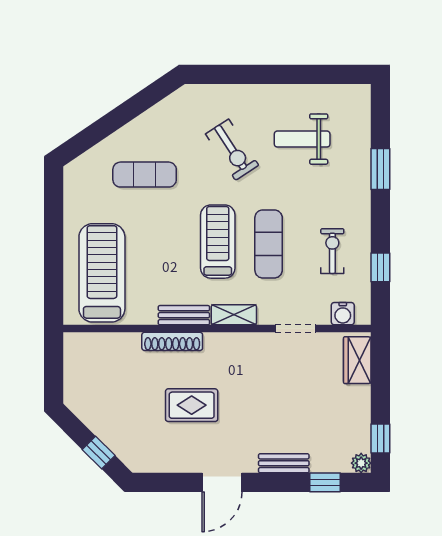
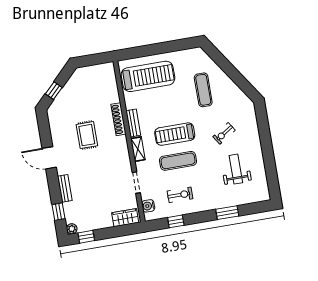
exercise bike: (232, 150) -> (224, 133), width x0.73, depth x0.72
treadmill: (218, 242) -> (175, 134), turned 180

